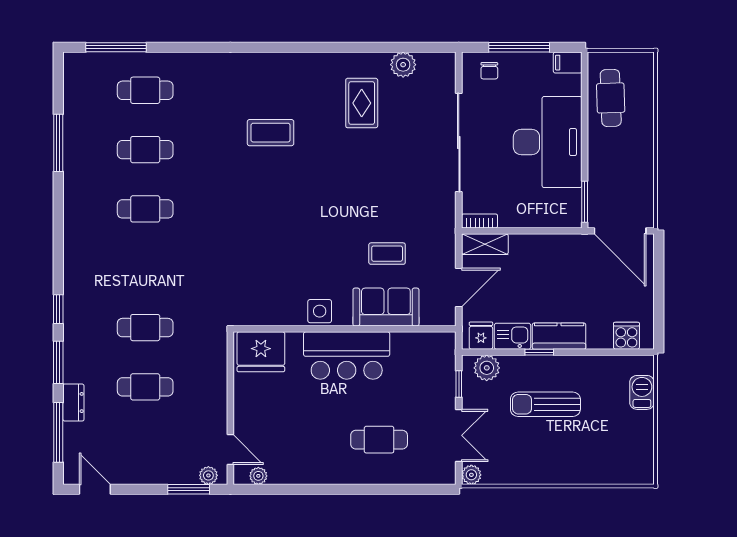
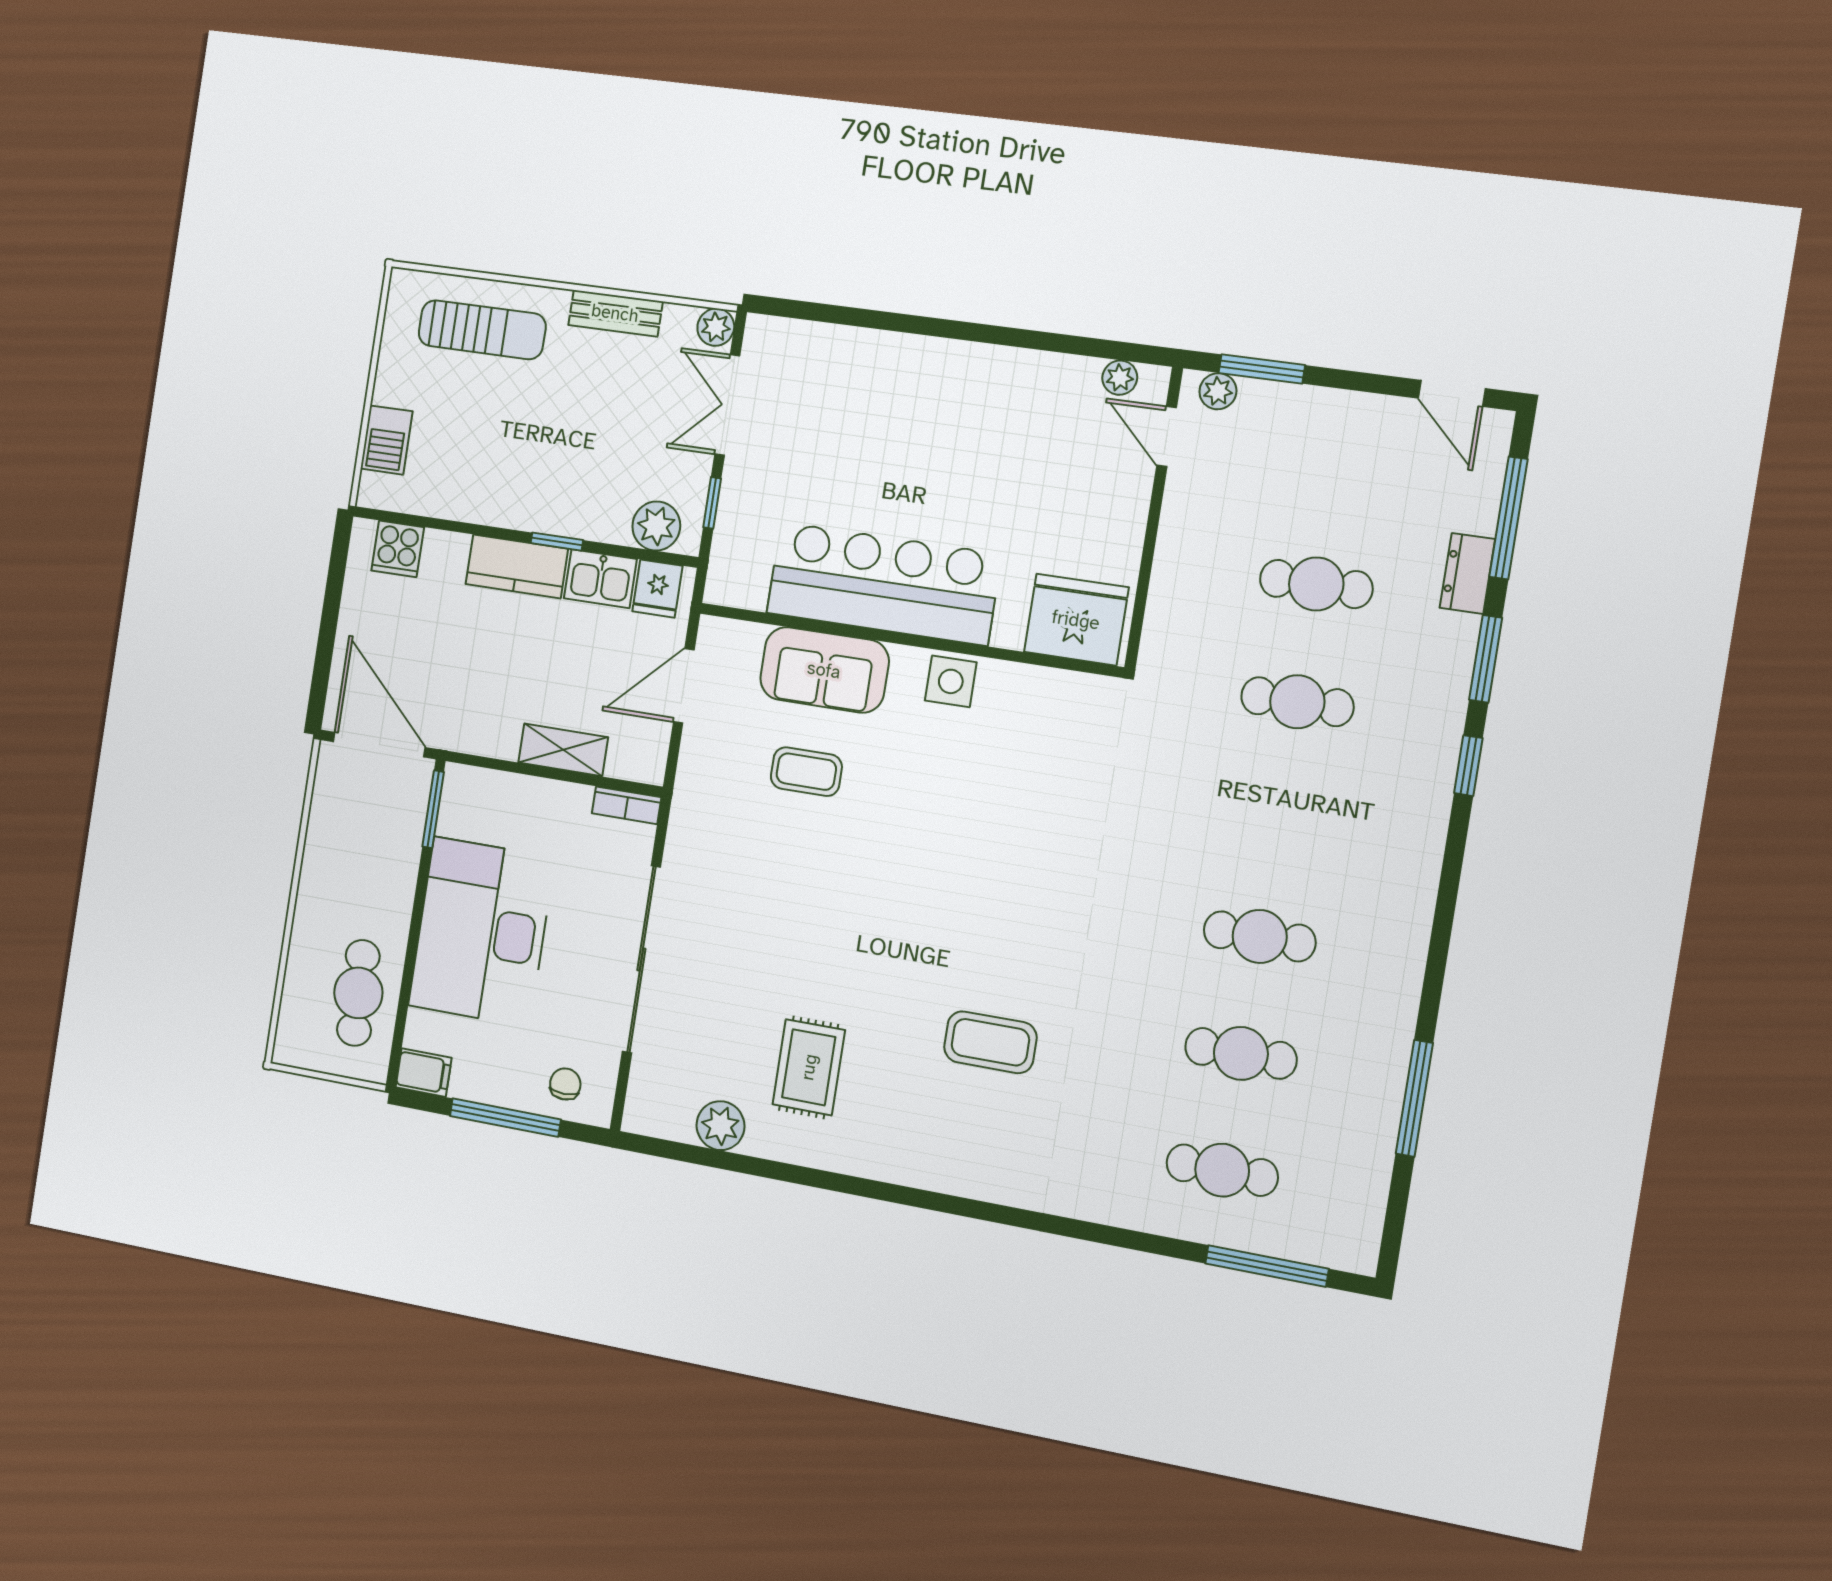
shelving: (485, 244) -> (563, 750), moved
bar counter: (347, 356) -> (883, 584), width x1.36
sun lounger: (545, 404) -> (482, 330), moved
cafe table: (379, 440) -> (877, 417), removed
bench: (526, 475) -> (615, 313), added

